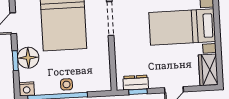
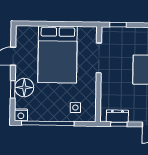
side table: (66, 84) -> (75, 108), moved

